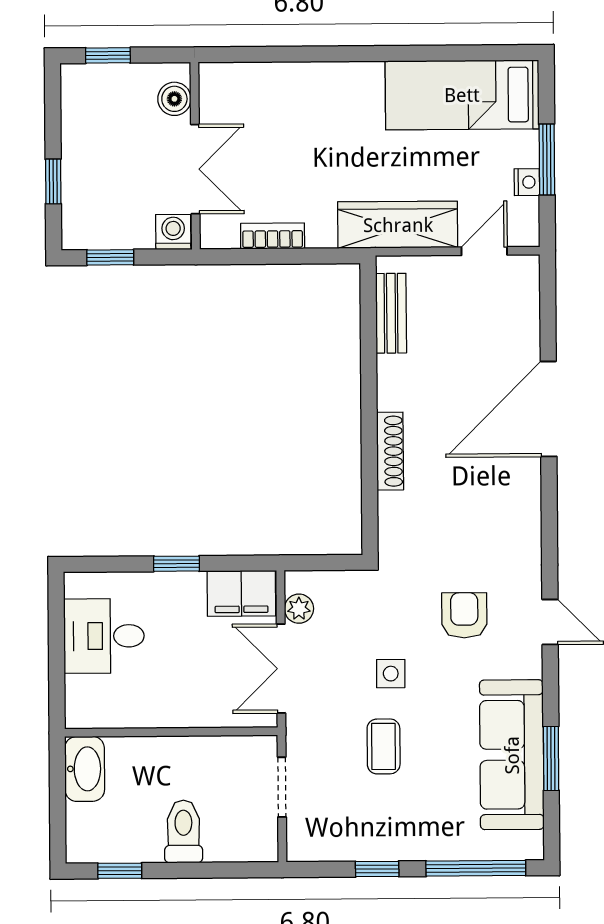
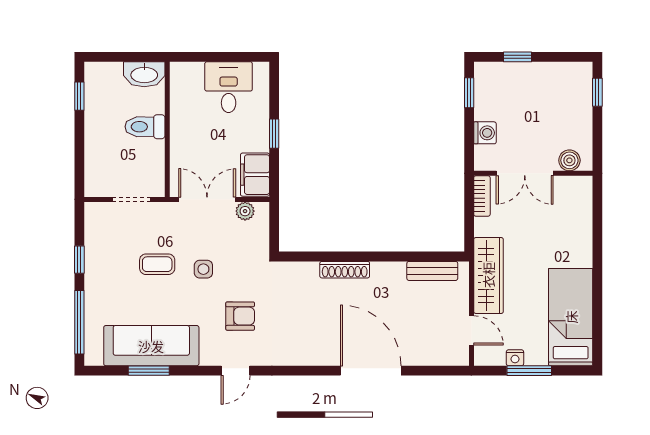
boiler: (174, 99) -> (569, 160), moved
wall: (195, 156) -> (533, 173), moved
double door: (195, 169) -> (525, 173), moved
toilet: (183, 832) -> (145, 127), moved, turned 180

